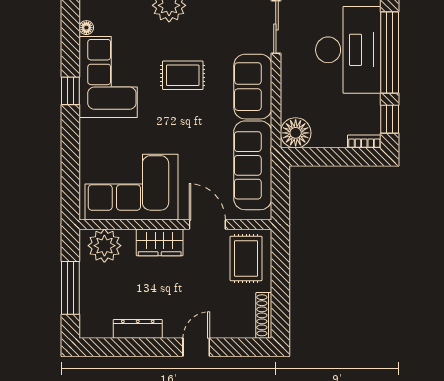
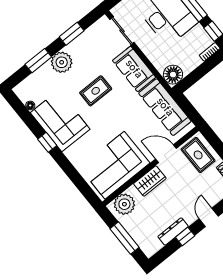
window: (148, 347) -> (185, 236), added

